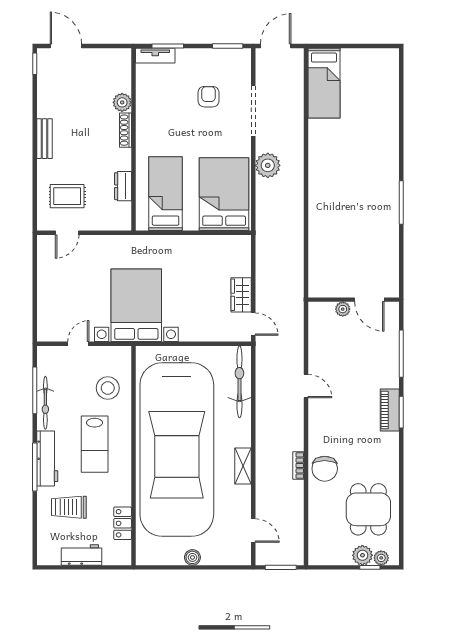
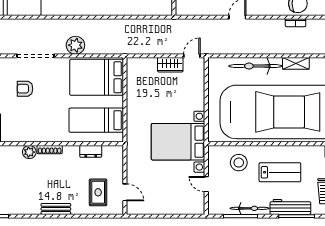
bicycle: (239, 382) -> (255, 66), moved

